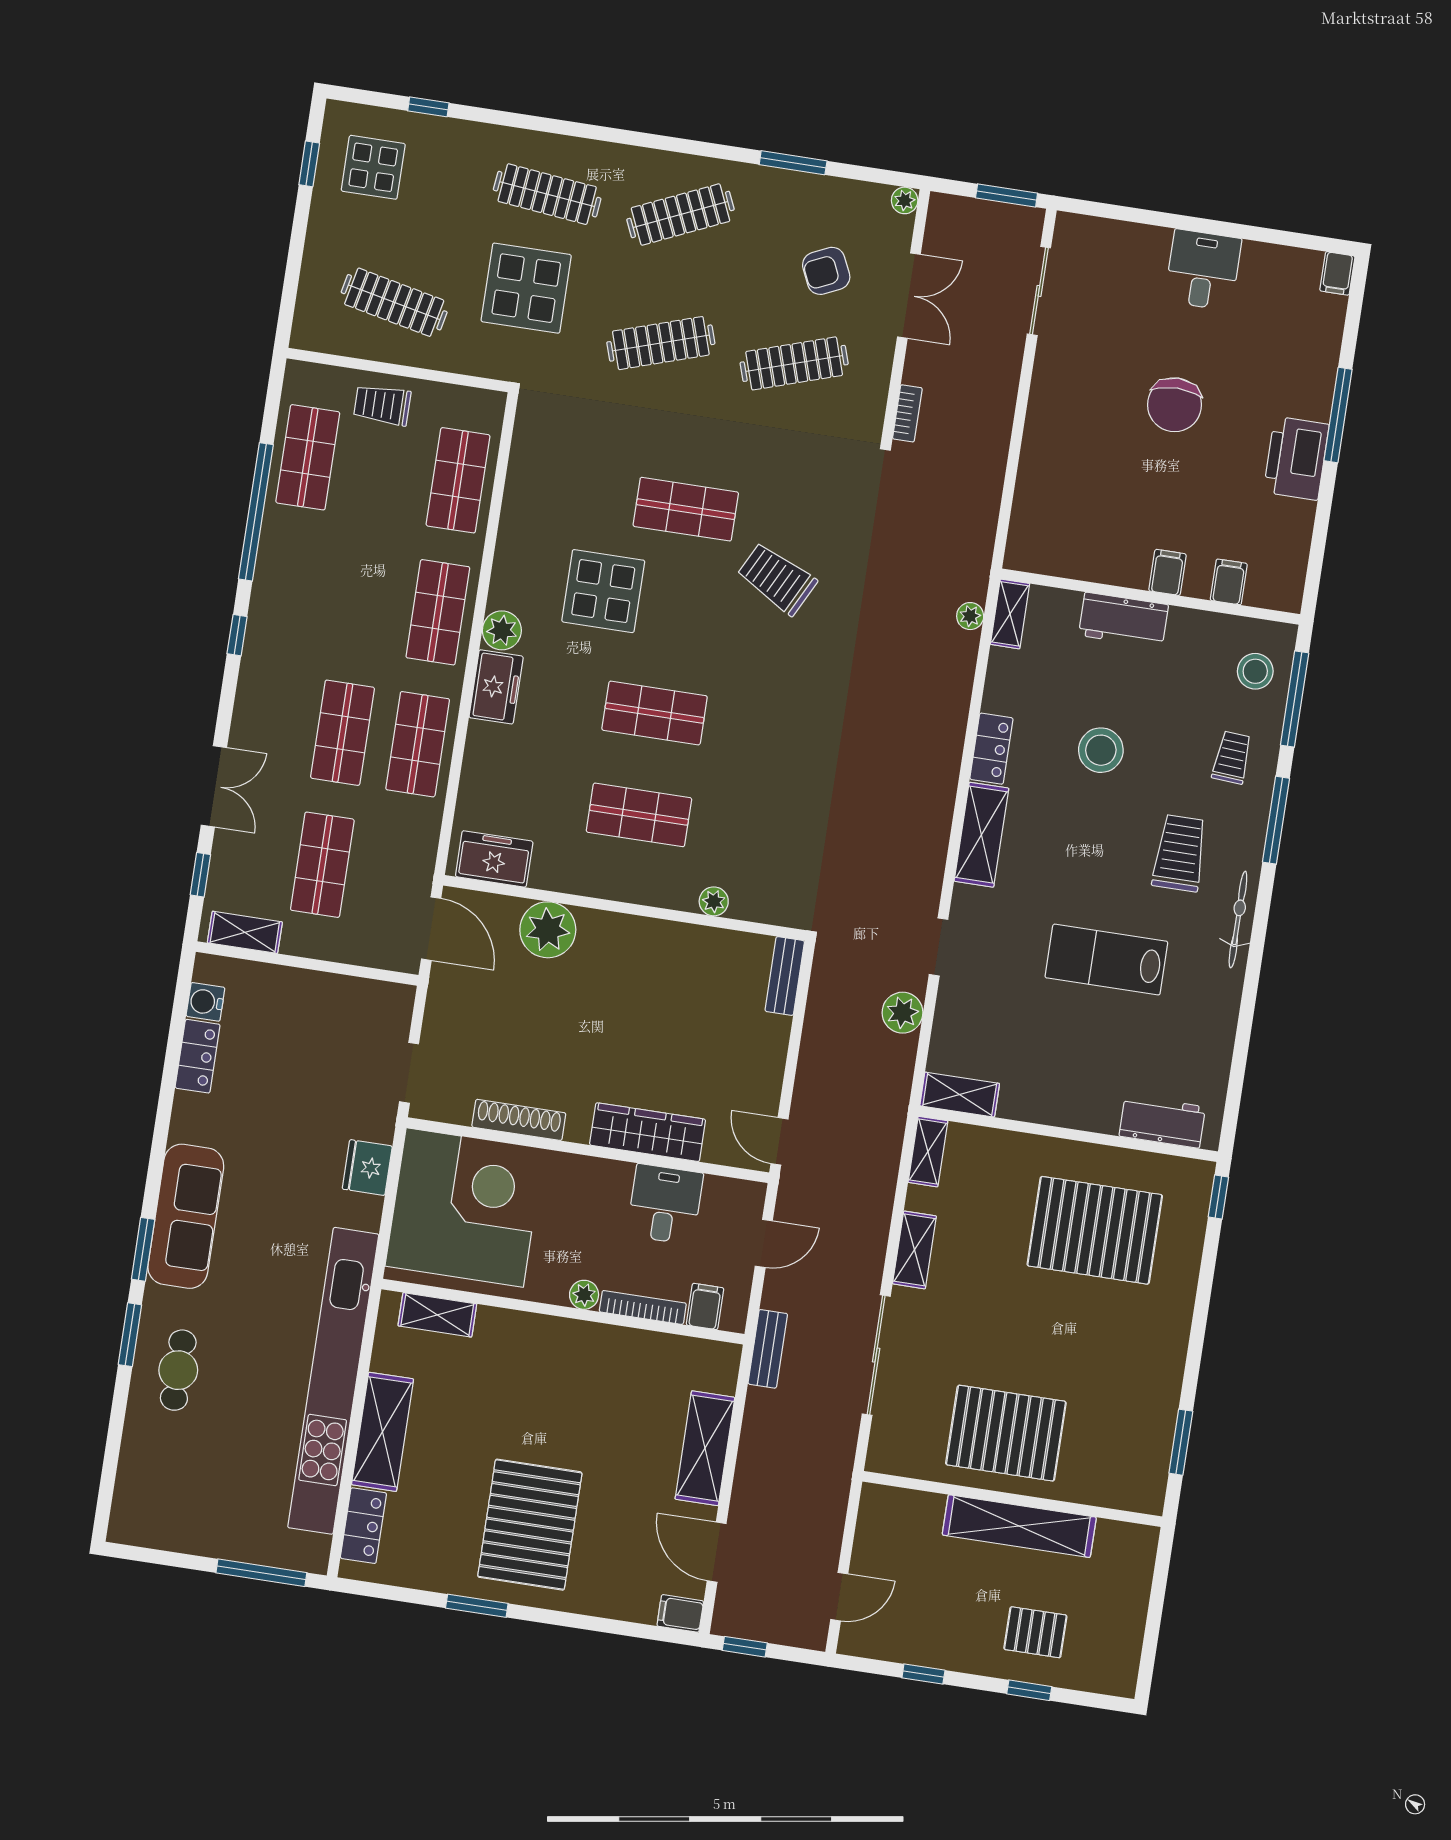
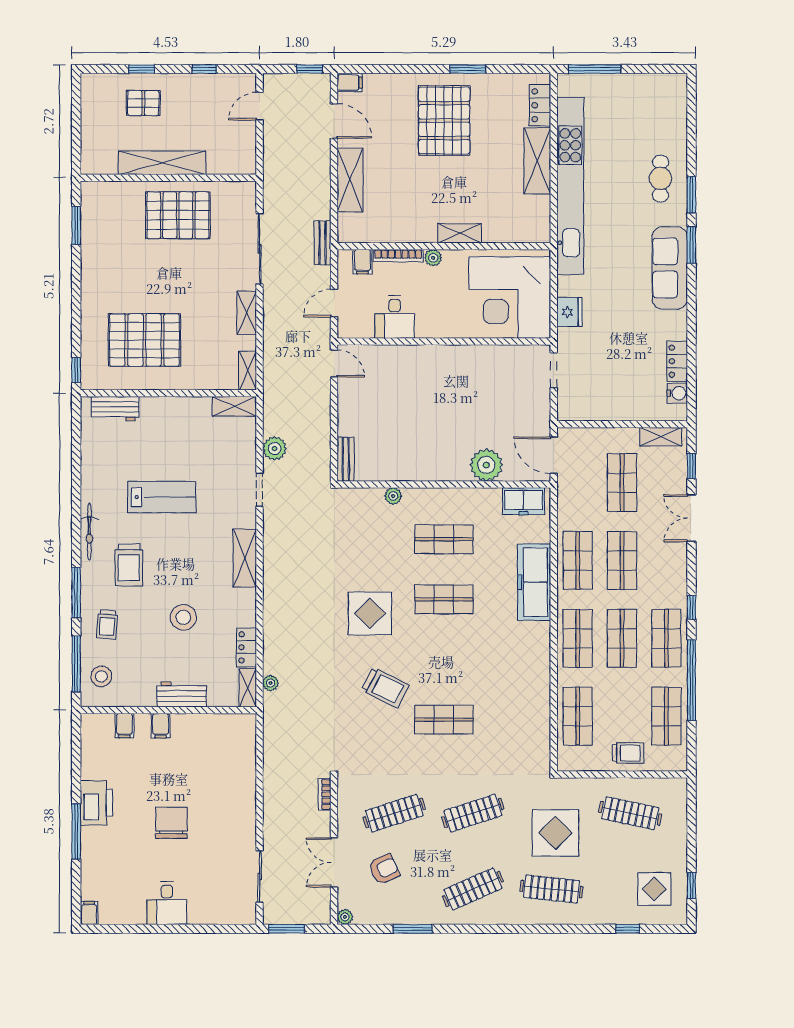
shop shelf: (288, 589) -> (666, 638), added
display table: (603, 591) -> (370, 613), moved
shop shelf: (363, 601) -> (622, 638), added
plant: (502, 630) -> (539, 633), removed
freezer: (496, 687) -> (534, 582), width x1.91, depth x1.26
locker: (991, 749) -> (247, 647), moved
shoe rack: (519, 1120) -> (486, 353), removed
wardrobe: (648, 1132) -> (411, 357), removed
shelving: (437, 1315) -> (460, 233), moved

